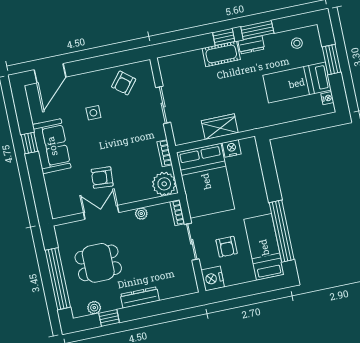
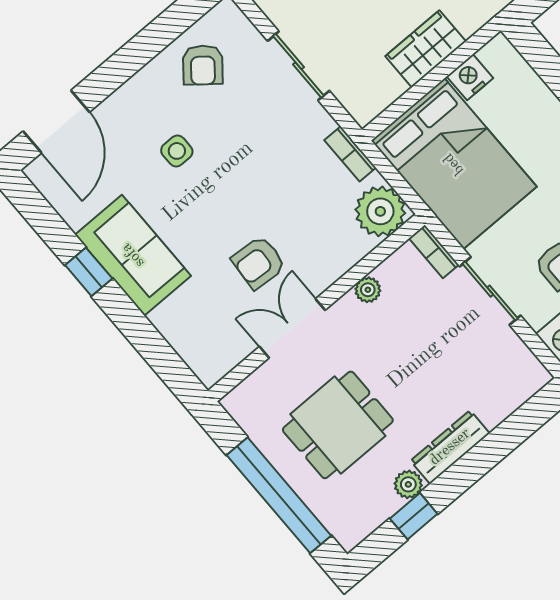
plant: (94, 308) -> (408, 484), moved

